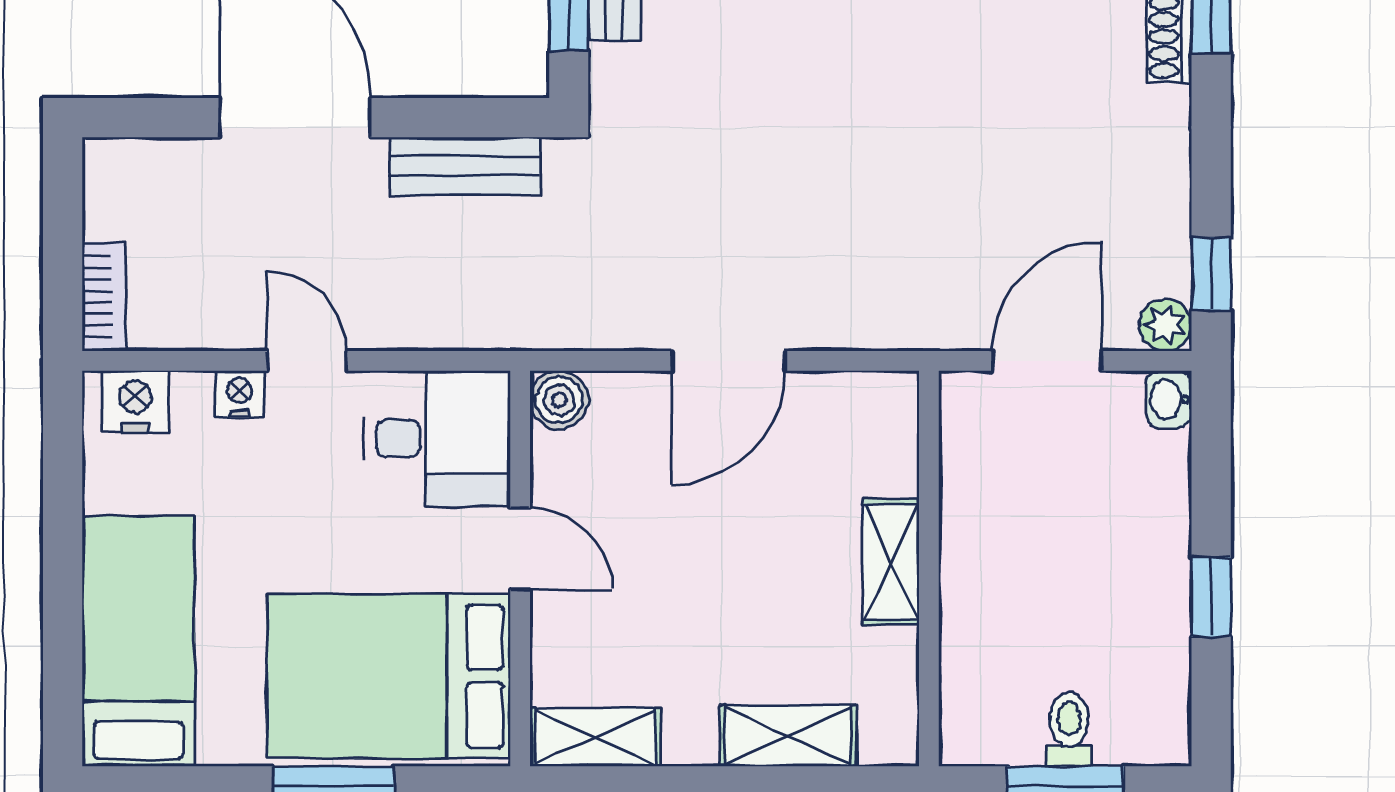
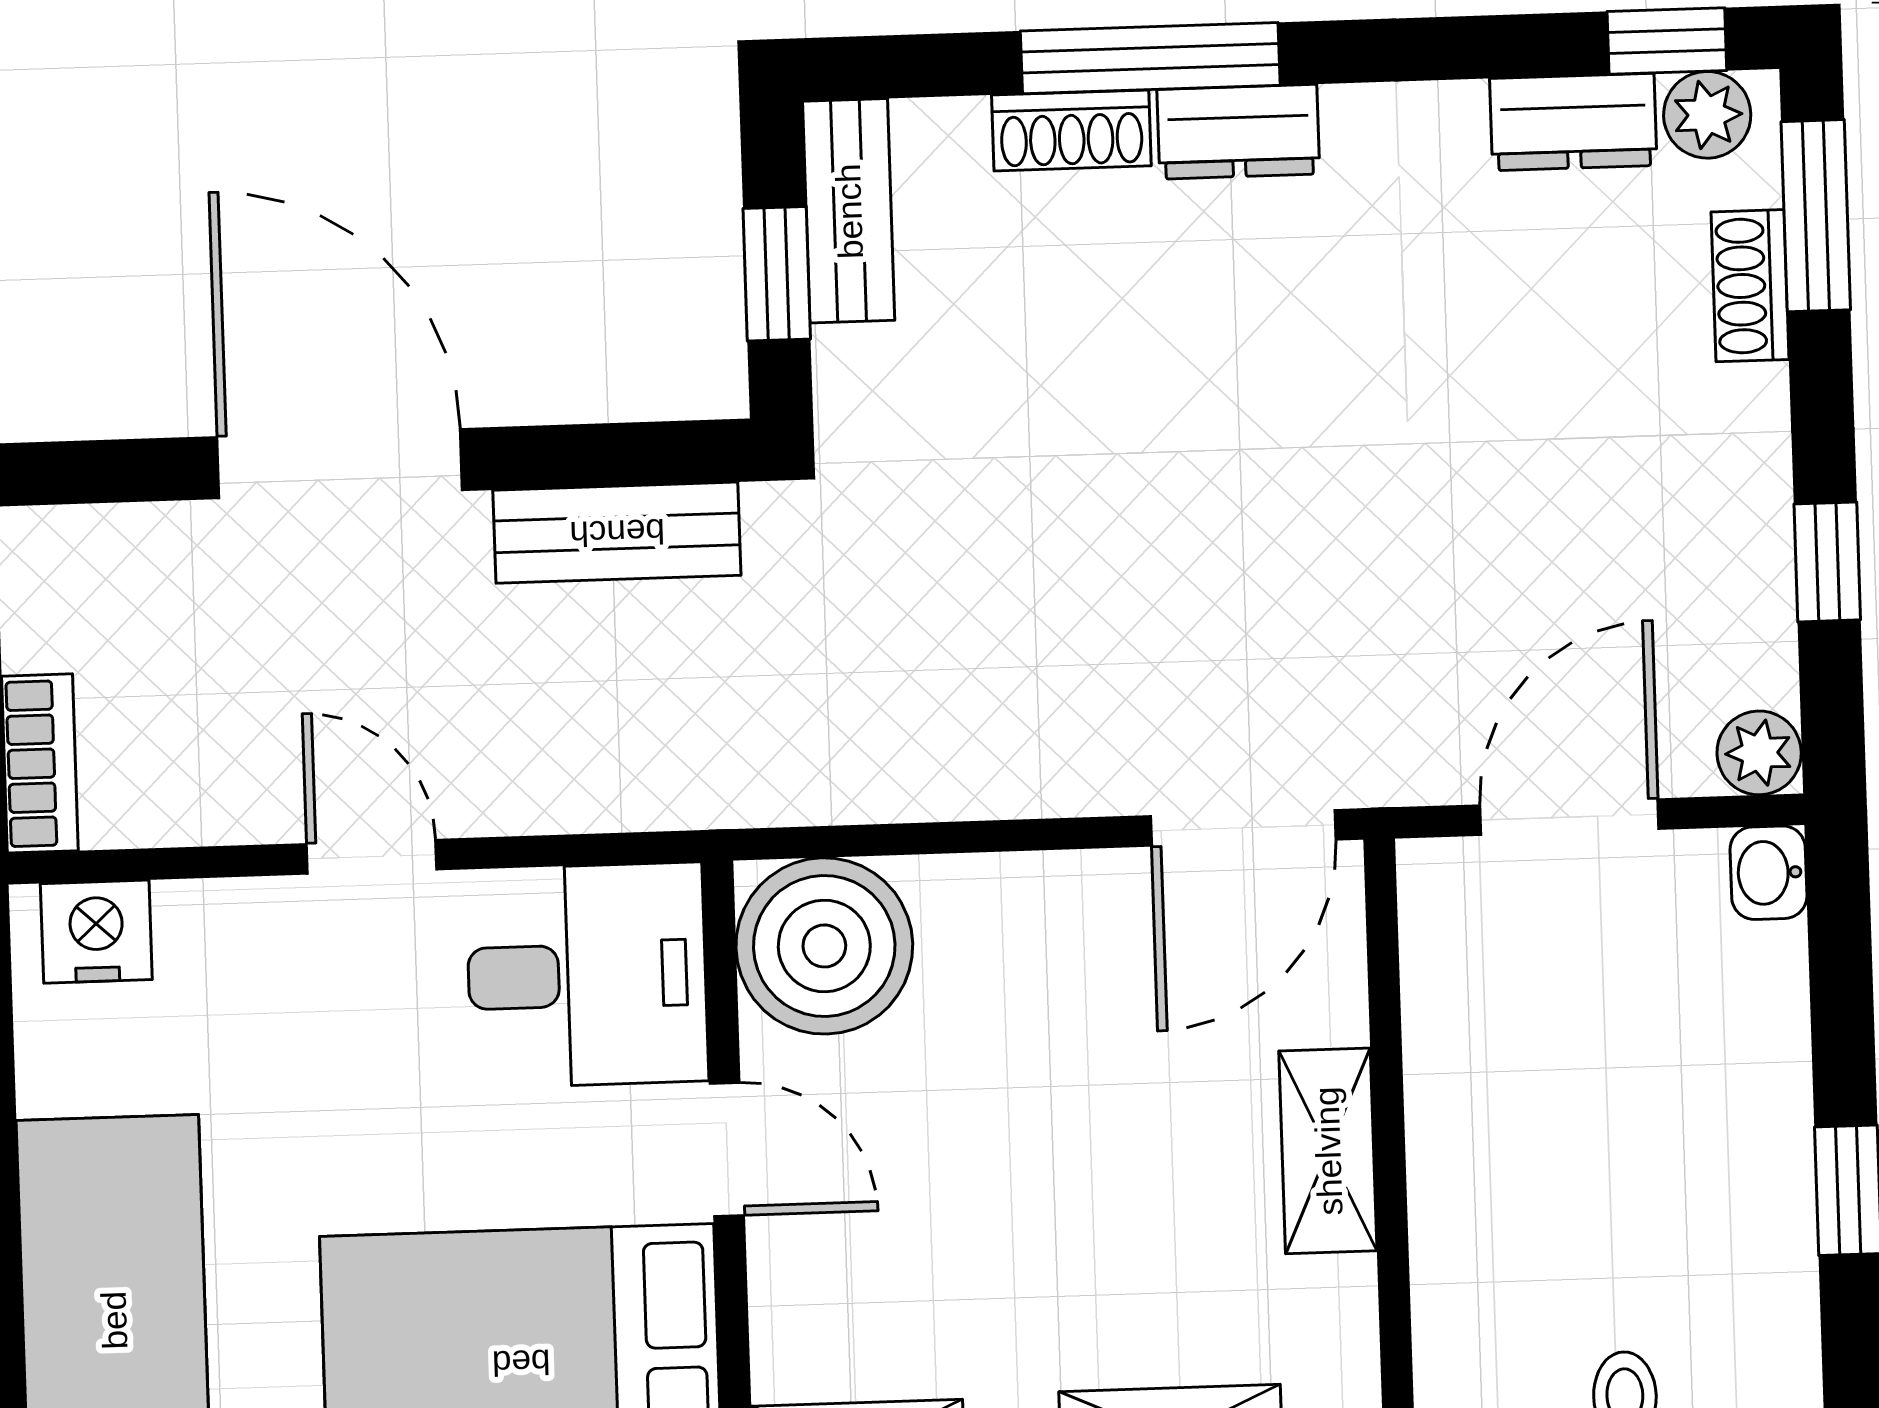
window: (1211, 274) -> (1827, 562), moved
door: (728, 361) -> (1243, 828), moved
nightstand: (240, 394) -> (265, 914), removed
boiler: (559, 400) -> (824, 946), width x1.86, depth x1.86

